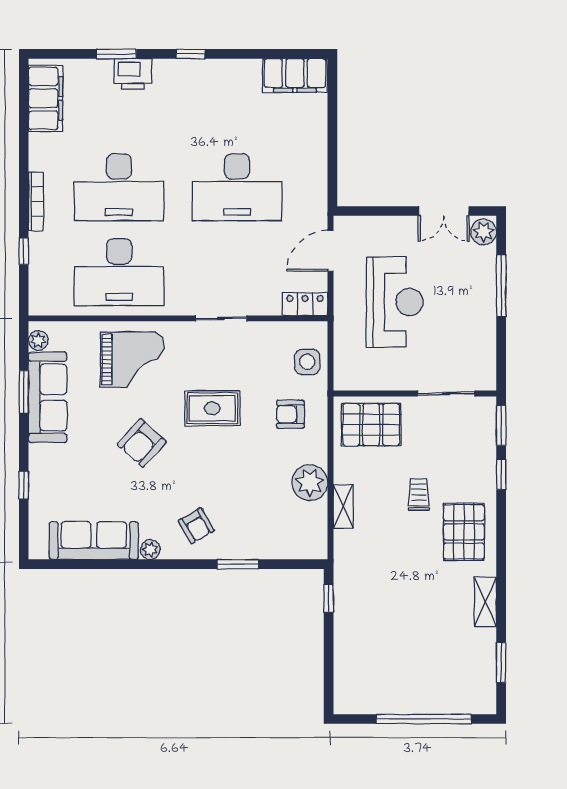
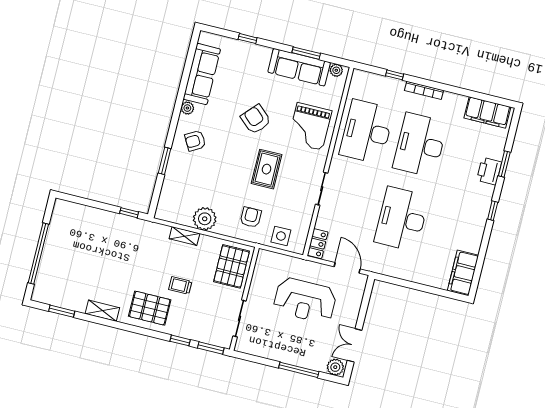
trolley: (419, 494) -> (180, 285), turned 180

